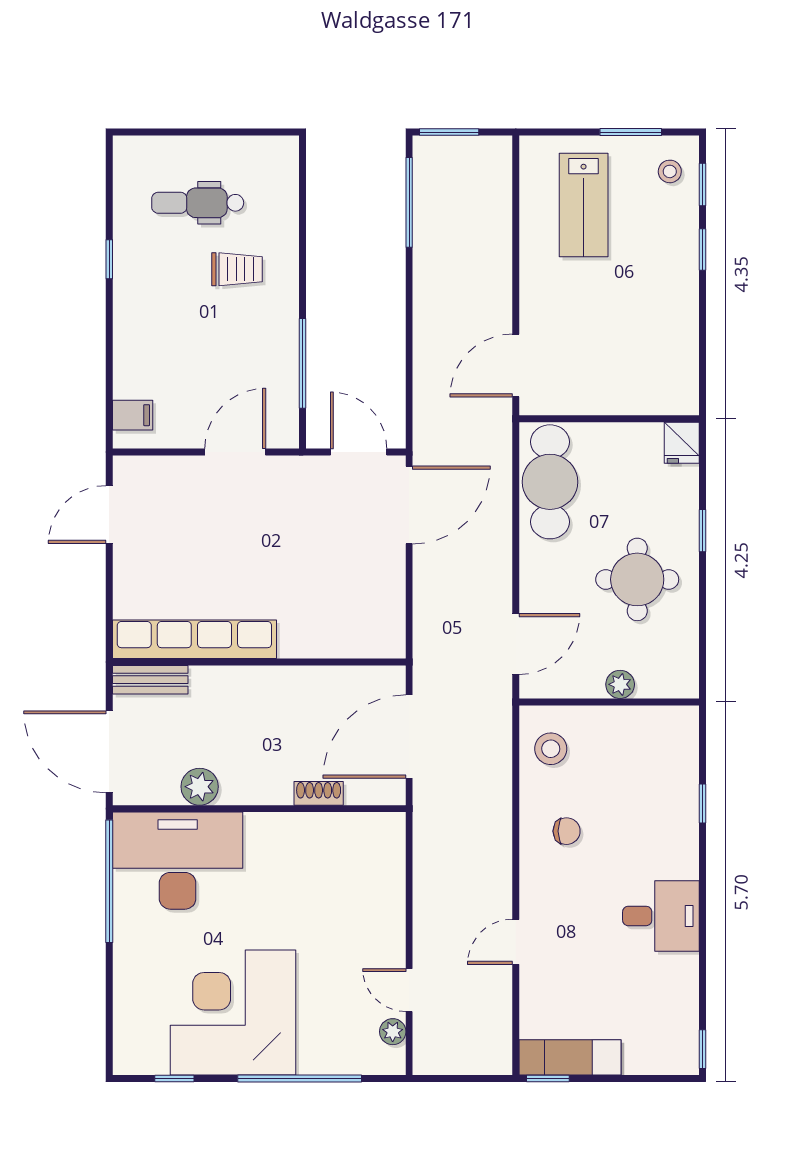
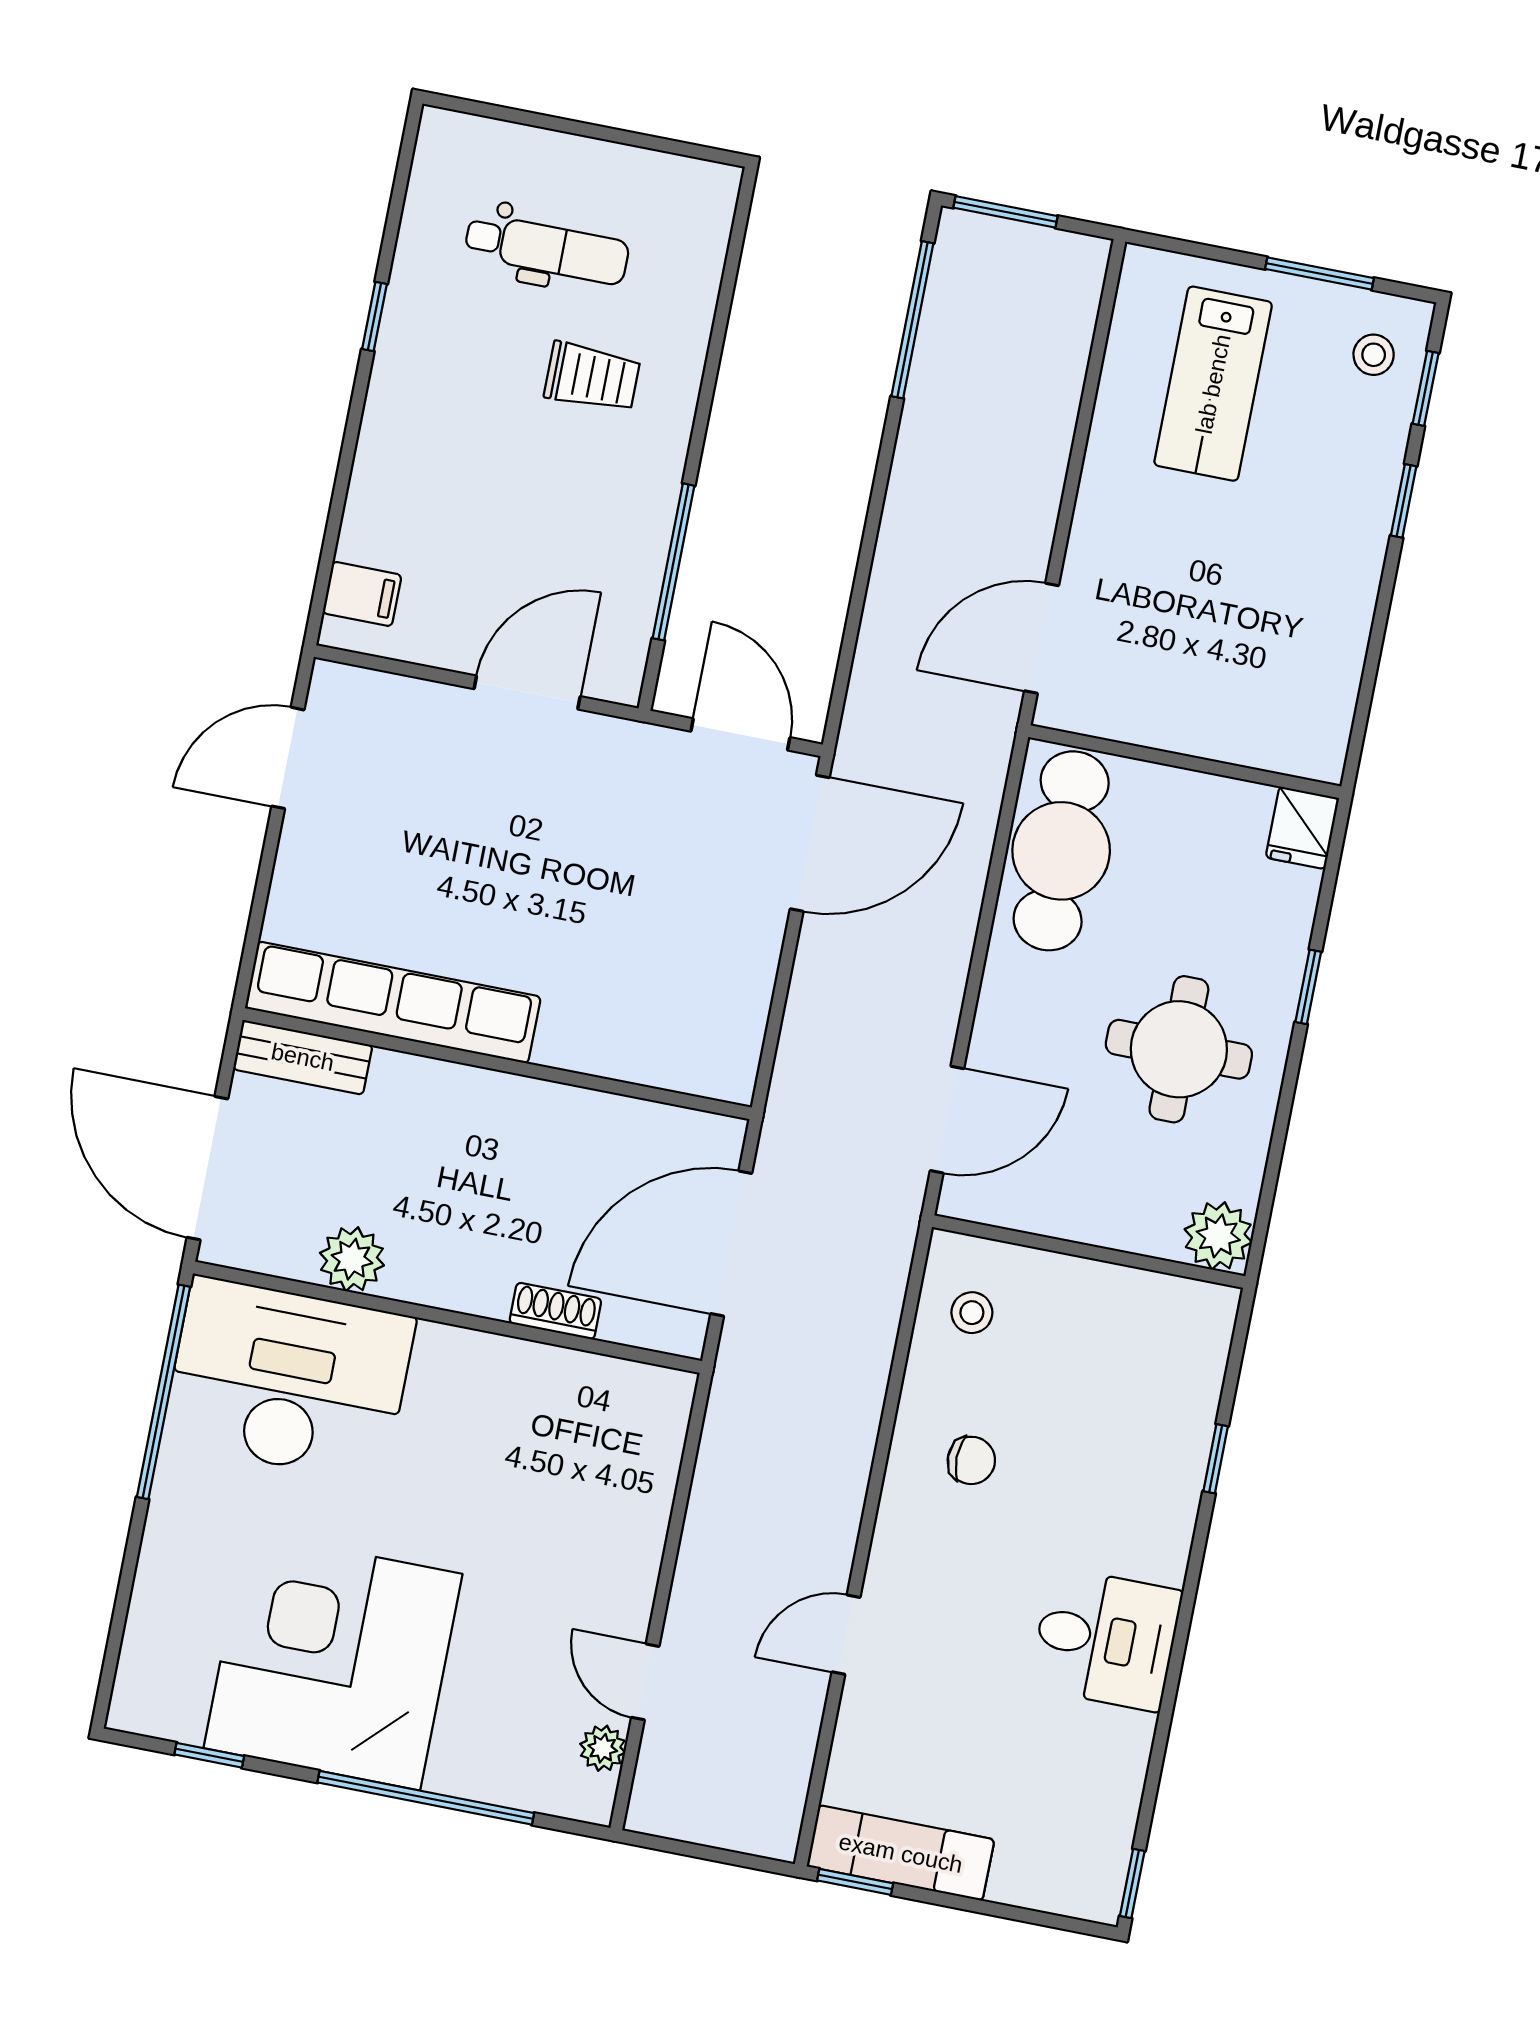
dental chair: (198, 203) -> (547, 249), turned 180
plant: (620, 684) -> (1218, 1236), moved, width x1.38, depth x1.38
stool: (551, 749) -> (972, 1313), width x0.73, depth x0.73

